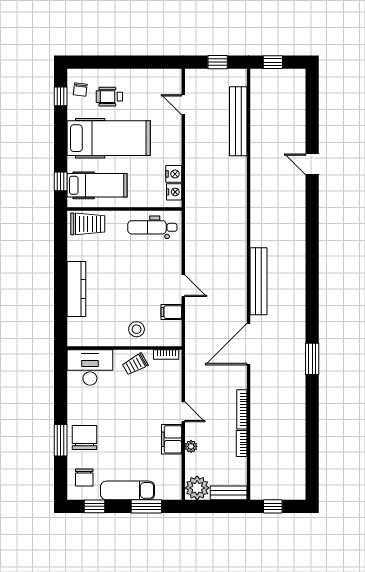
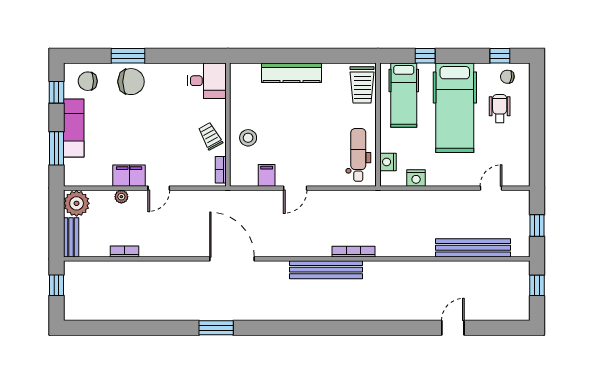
door: (312, 164) -> (453, 328), moved
window: (61, 181) -> (425, 56), moved
nightstand: (174, 192) -> (388, 162), moved, turned 90
bench: (259, 281) -> (326, 270), moved
desk: (90, 367) -> (207, 81), width x0.73
bookcase: (242, 409) -> (353, 252), moved

